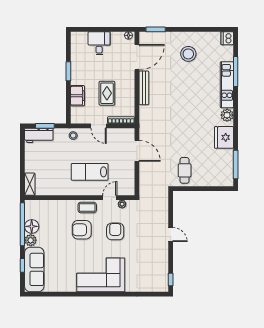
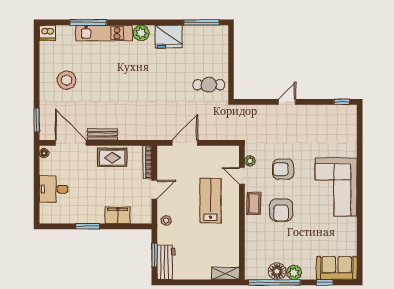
bench: (144, 88) -> (102, 134), width x0.73
rug: (107, 93) -> (112, 158), moved
lab bench: (90, 172) -> (210, 201), turned 180
sofa: (34, 269) -> (337, 268), width x0.73

